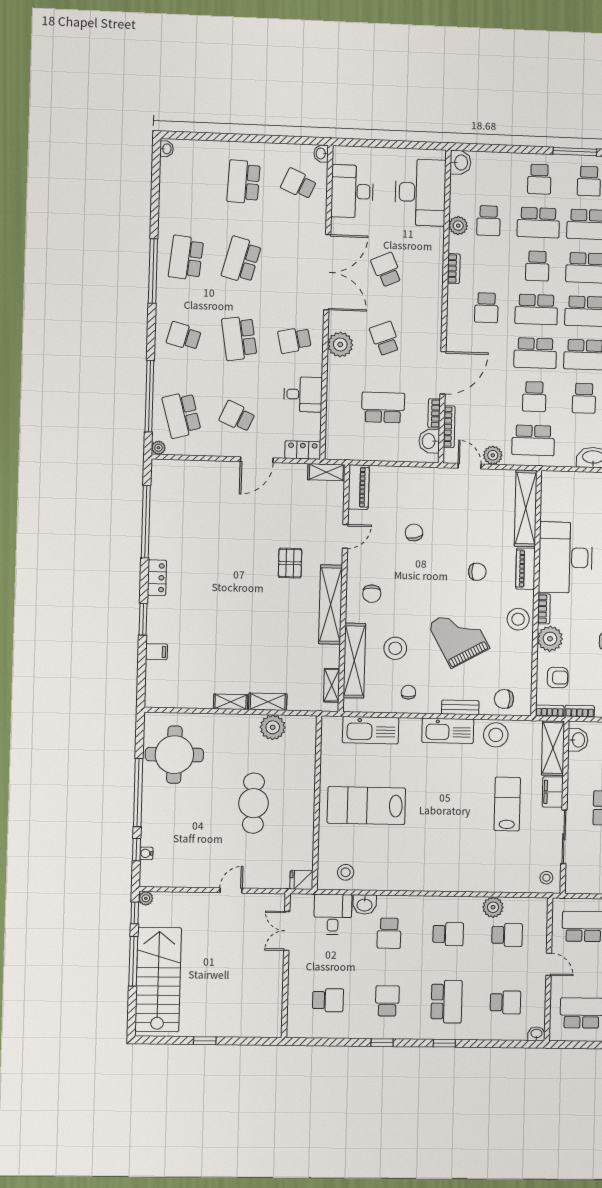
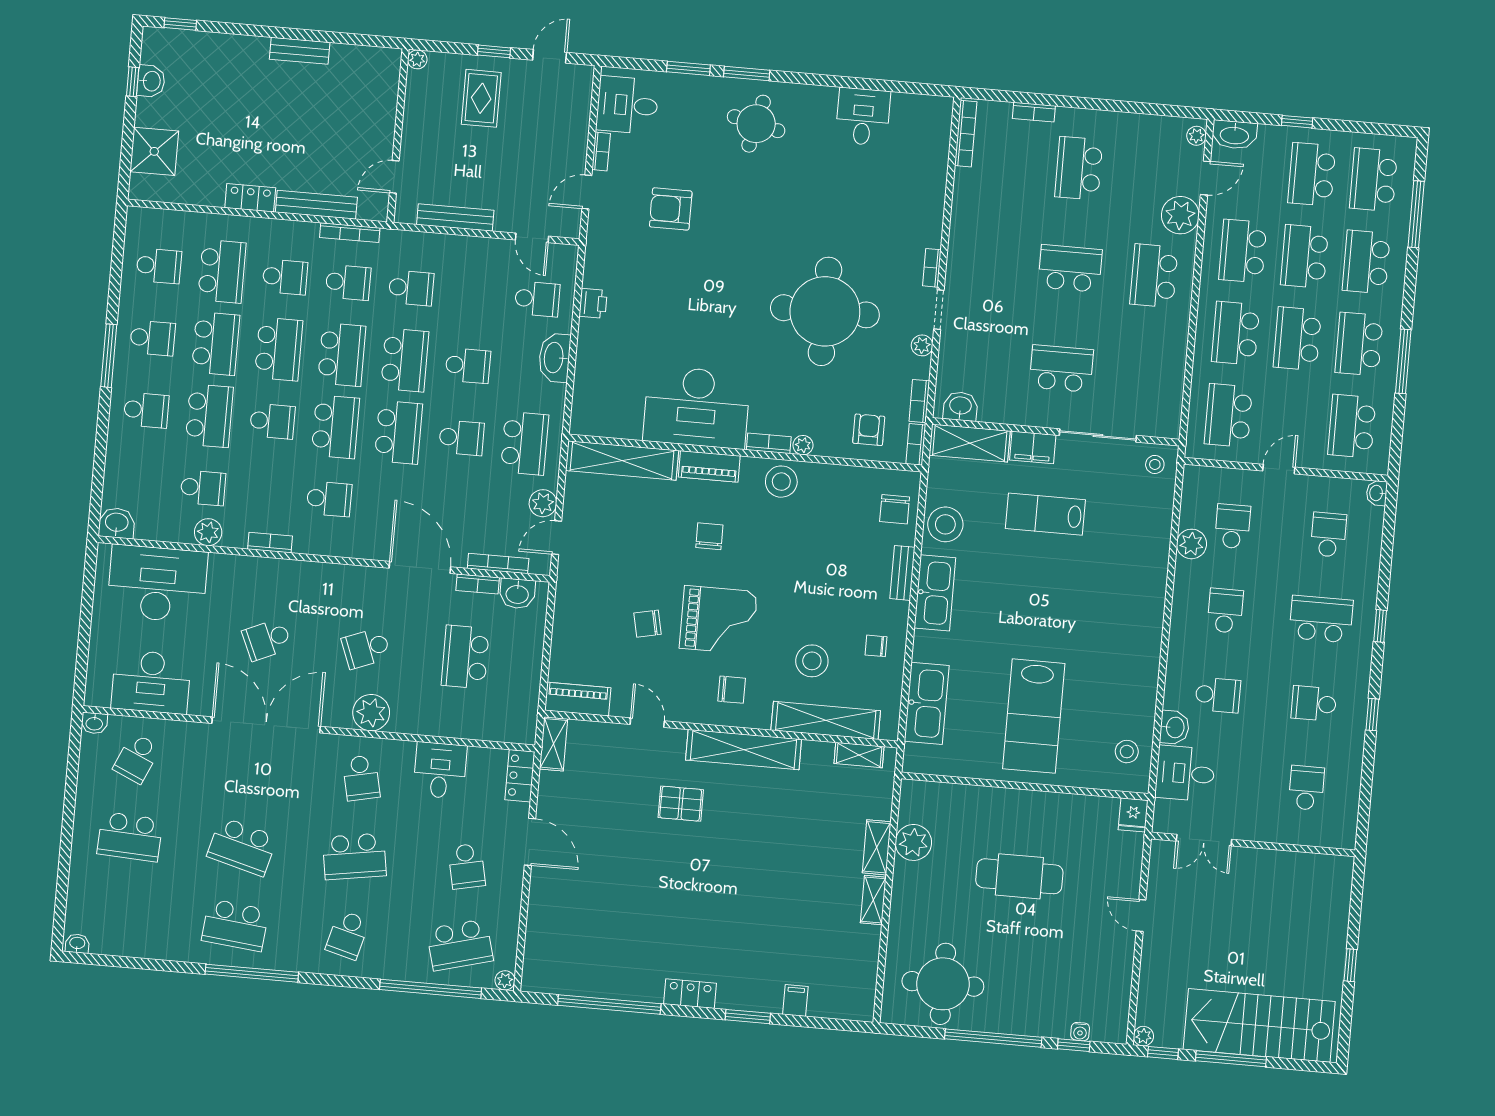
school desk: (237, 417) -> (467, 866), turned -36
grand piano: (459, 636) -> (718, 620), moved, turned -151
plant: (550, 639) -> (803, 445), width x0.53, depth x0.53

